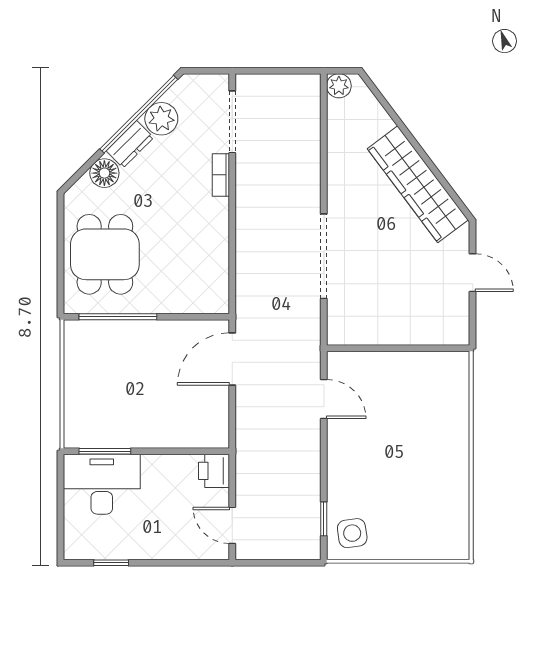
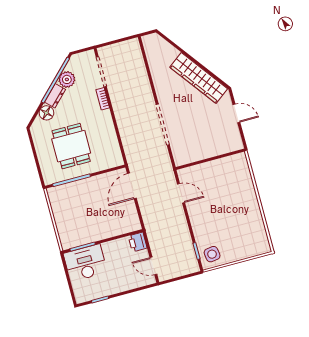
plant: (339, 86) -> (148, 41), removed
dining table: (105, 254) -> (71, 146), moved

